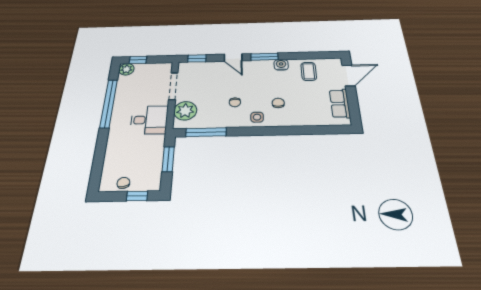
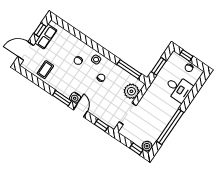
water cooler: (281, 65) -> (75, 98), moved
window: (353, 106) -> (40, 30), added
desk: (149, 120) -> (178, 88), moved, turned 180

